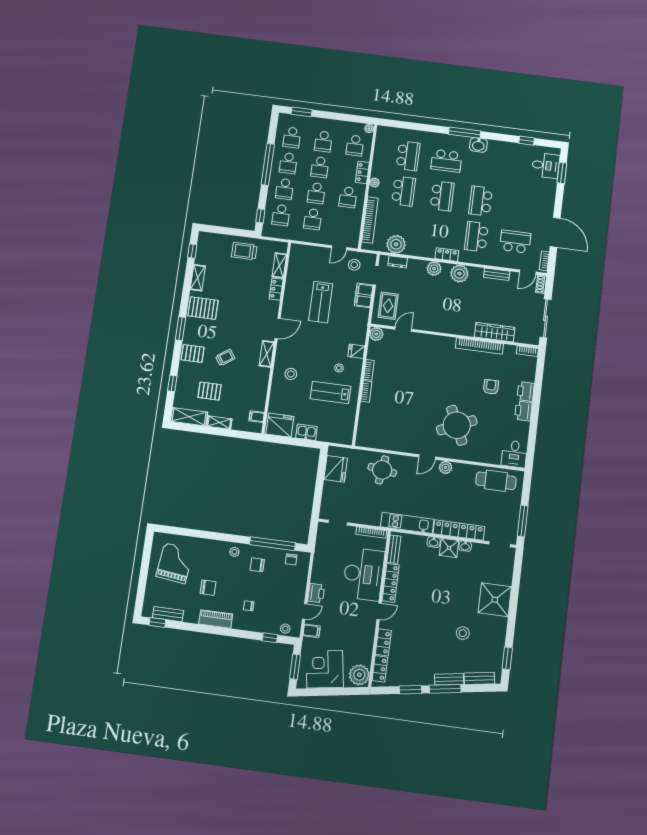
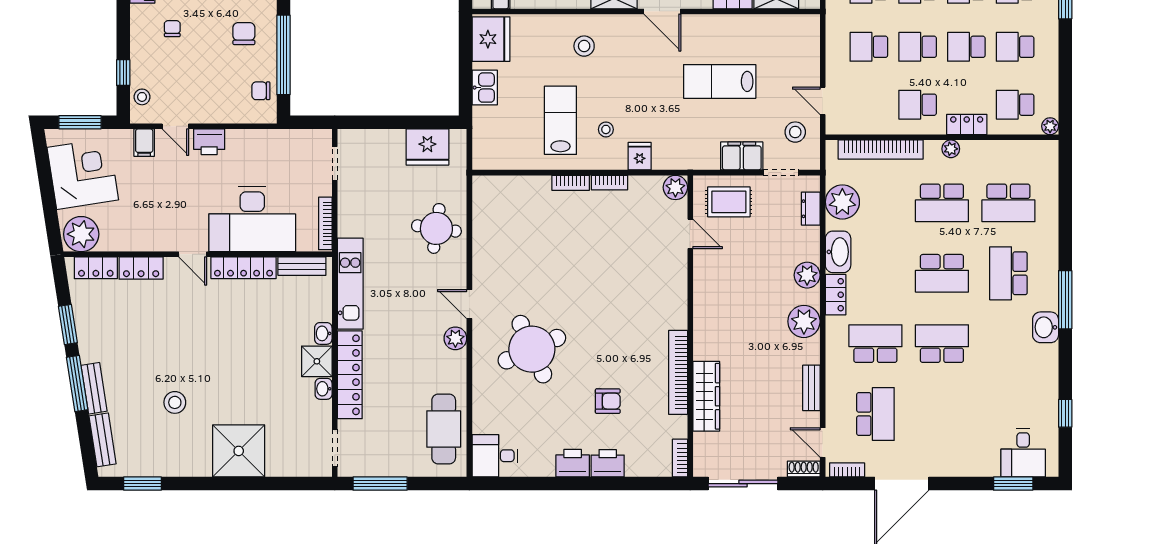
washbasin: (423, 250) -> (838, 252), added

